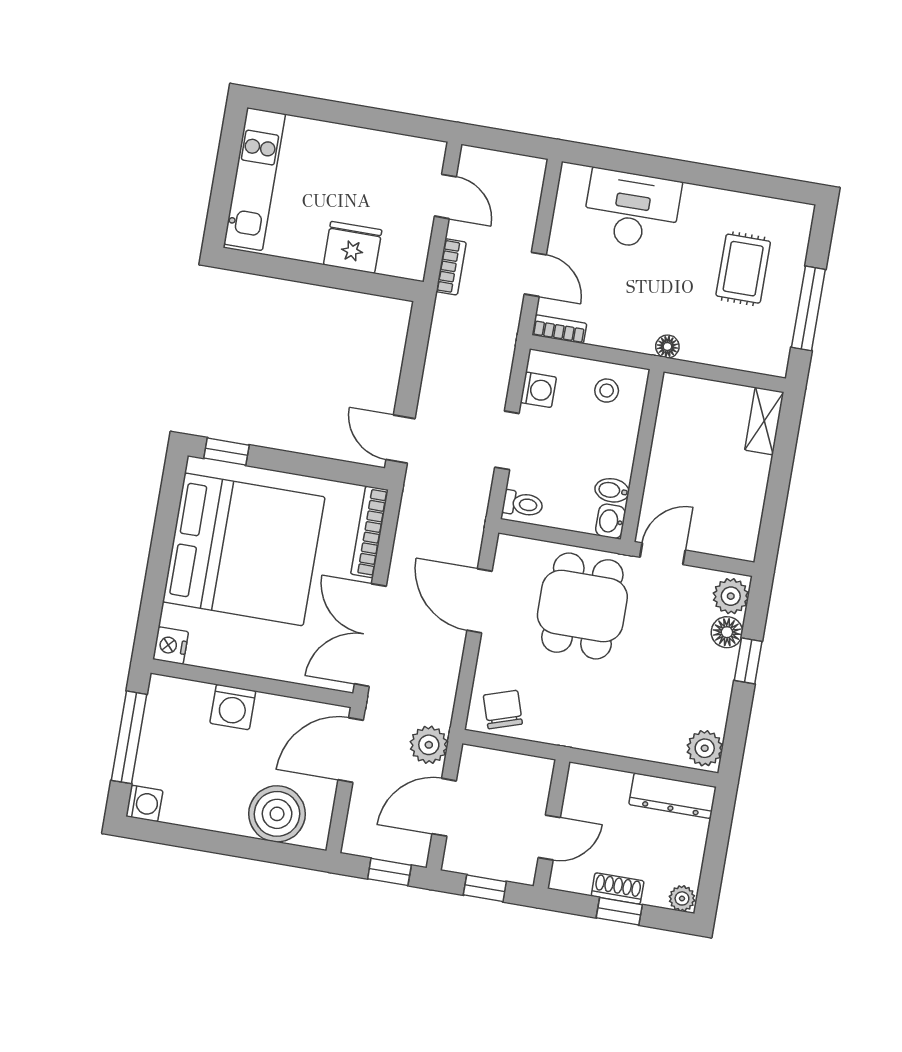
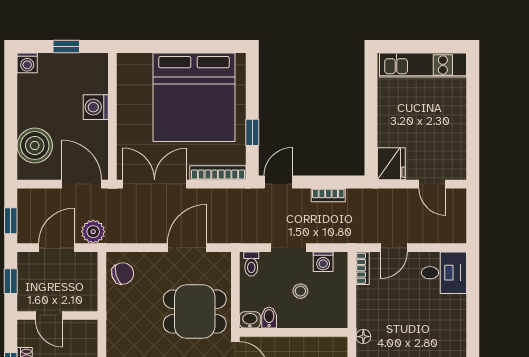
door: (445, 196) -> (432, 184), hinge flipped
desk: (632, 210) -> (444, 273), moved, width x0.73
fridge: (353, 247) -> (391, 164), moved
bookcase: (451, 267) -> (328, 195), moved
stool: (607, 391) -> (300, 291), moved
window: (226, 452) -> (252, 132), moved
nightstand: (171, 645) -> (127, 62), removed
window: (129, 737) -> (66, 46), width x0.46
door: (444, 807) -> (56, 248), hinge flipped

